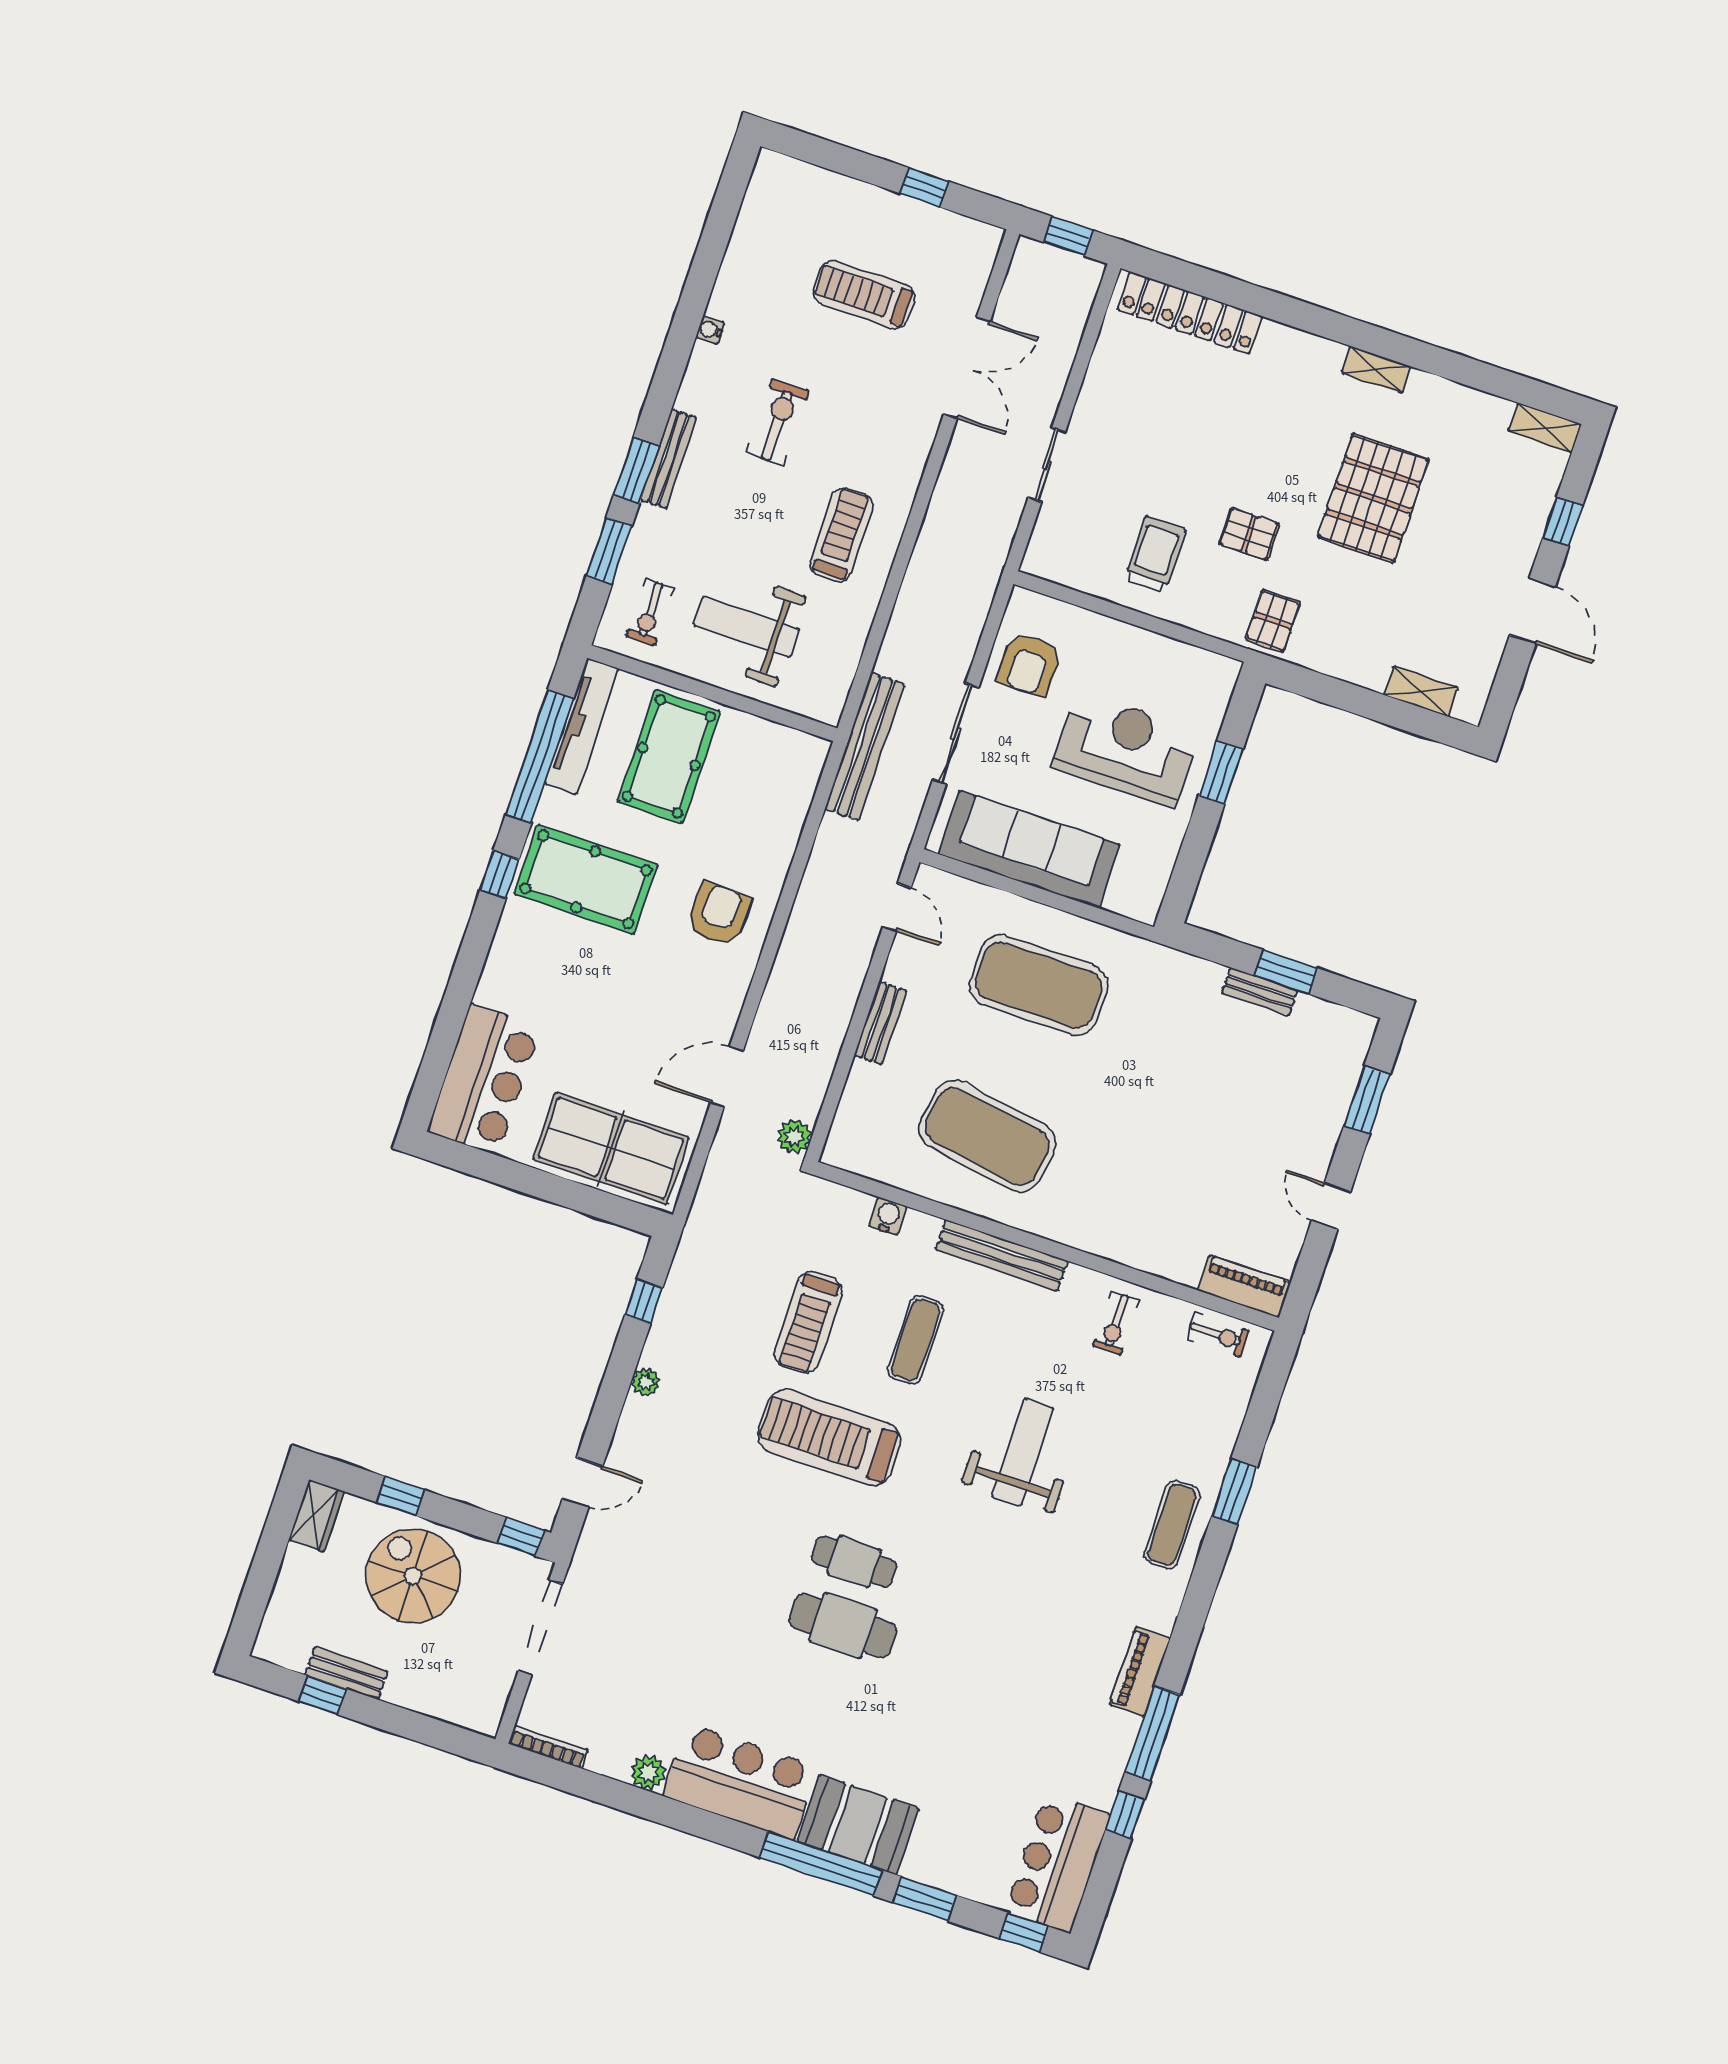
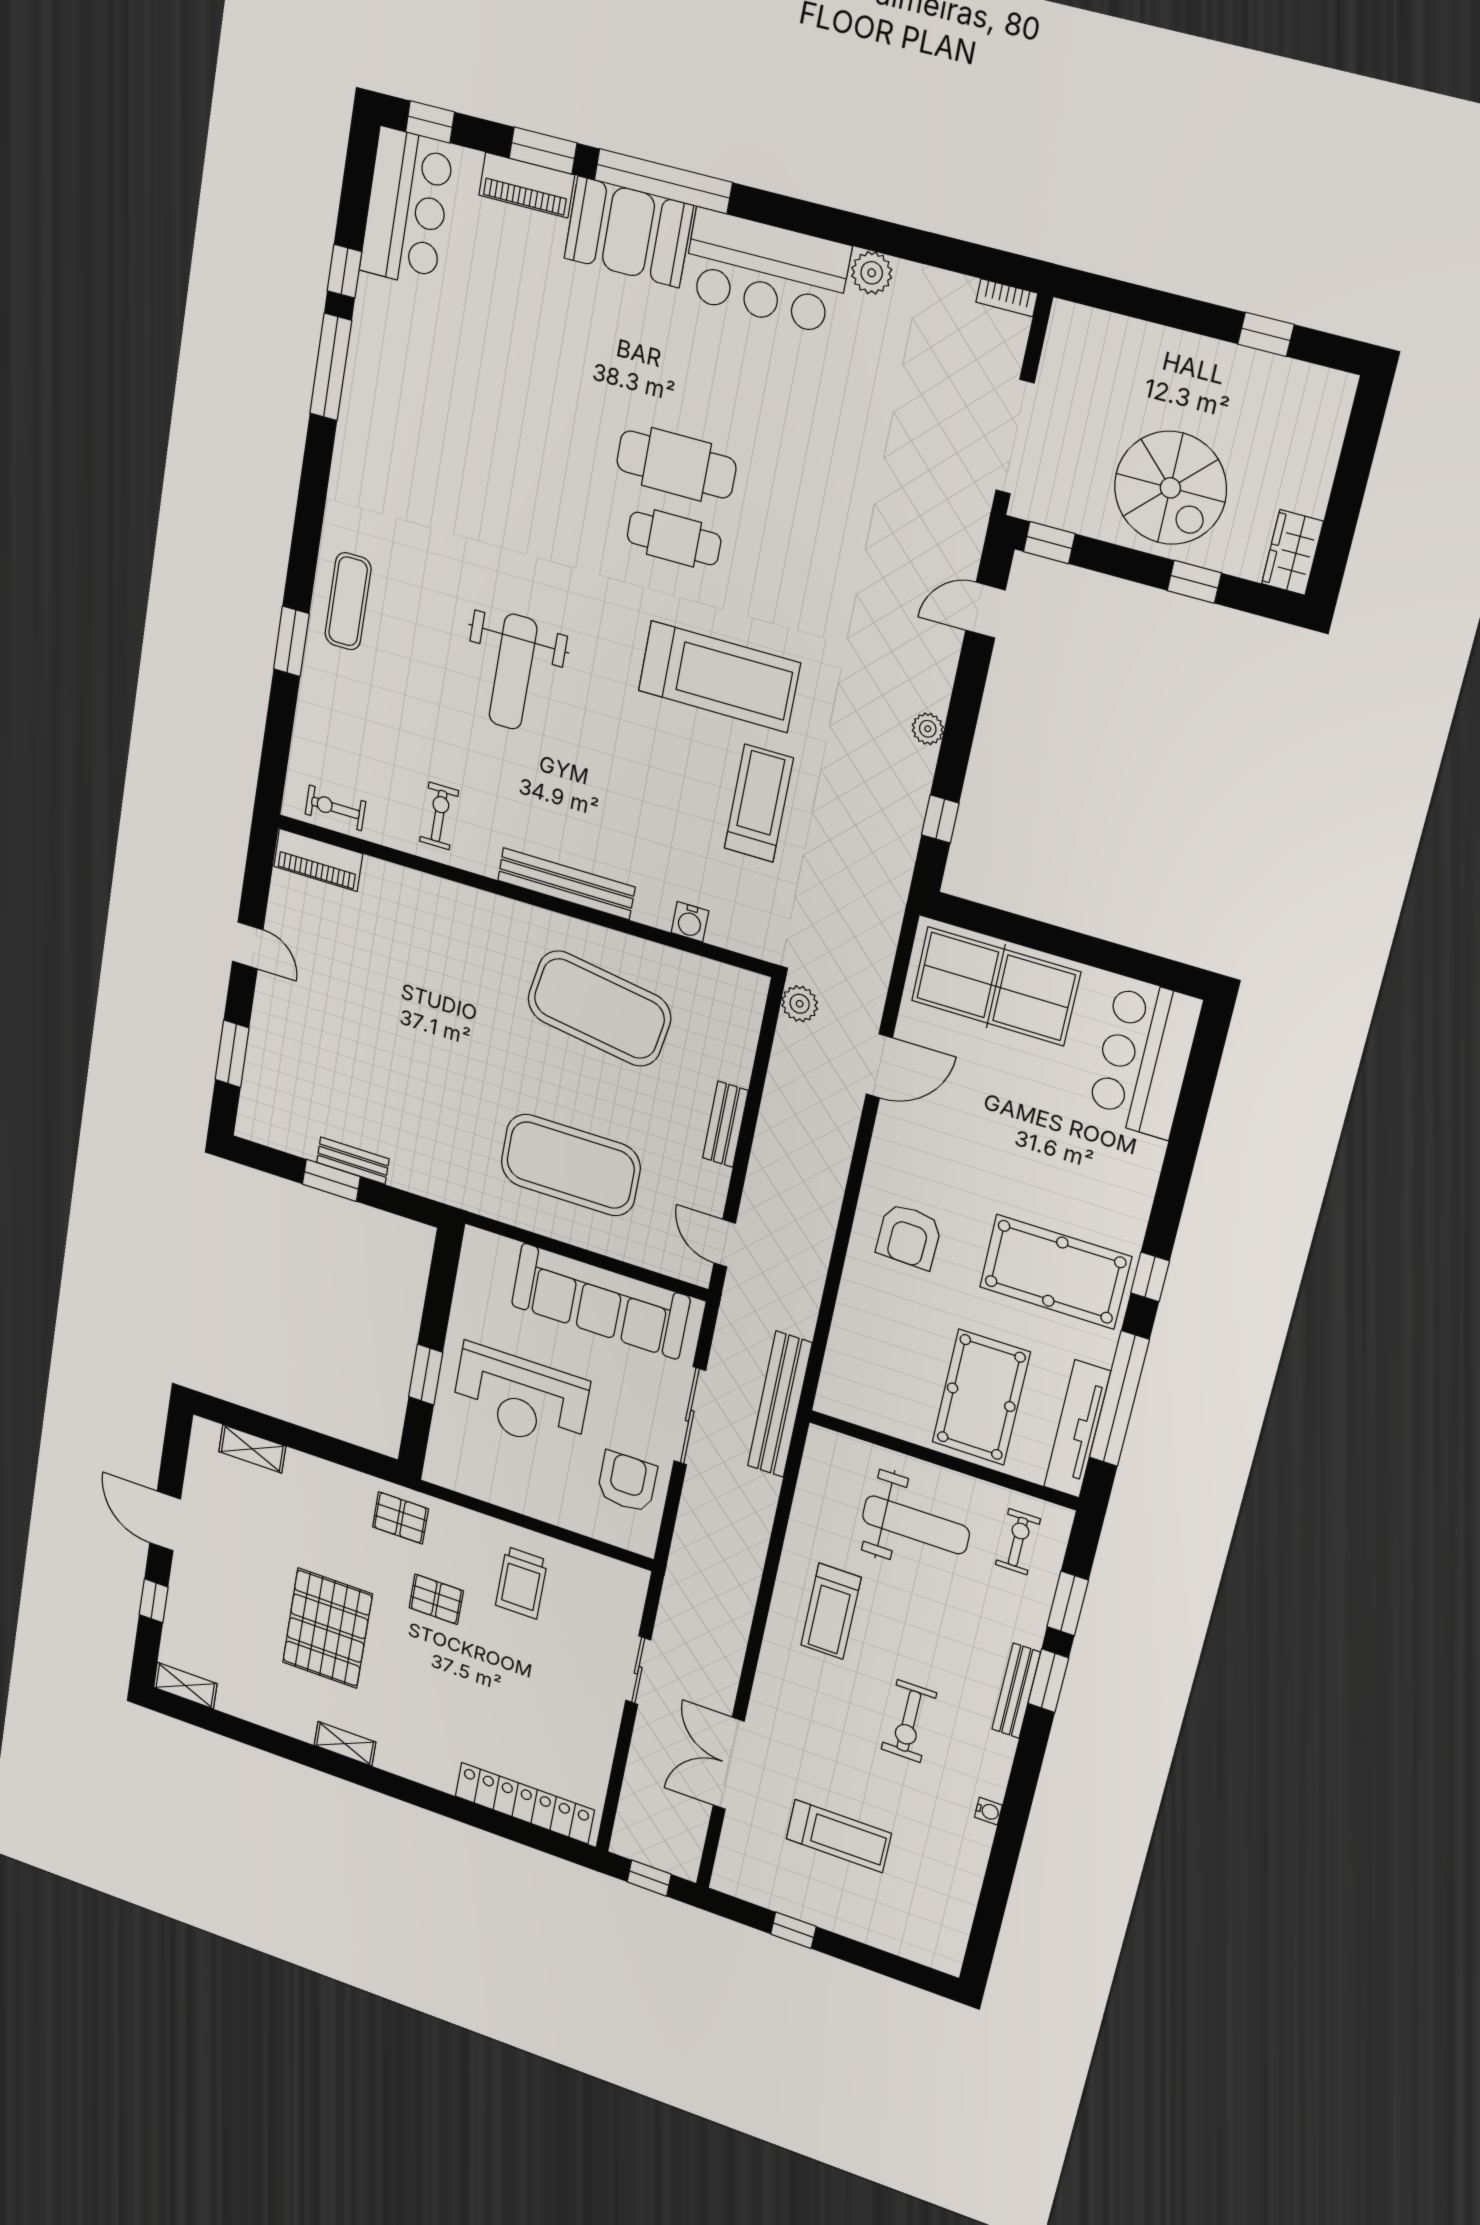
pallet: (1273, 621) -> (400, 1518), turned 90
exercise mat: (915, 1340) -> (643, 789), removed
piano: (1140, 1672) -> (527, 185), moved, turned 90
bench: (346, 1673) -> (1239, 363), removed
bookcase: (548, 1747) -> (1007, 298), width x0.64

